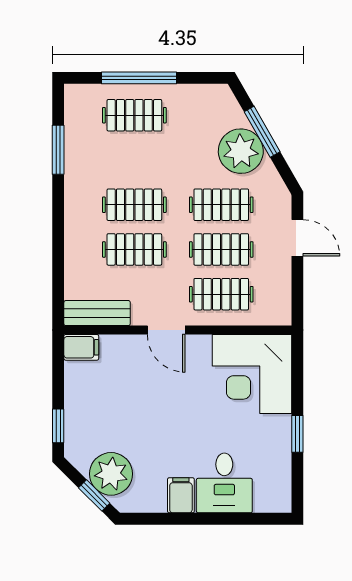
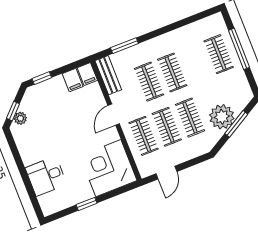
window: (58, 150) -> (124, 46), moved
door: (297, 238) -> (166, 173), moved
plant: (111, 474) -> (20, 118), width x0.53, depth x0.53
filing cabinet: (181, 495) -> (73, 80), moved, turned 90

